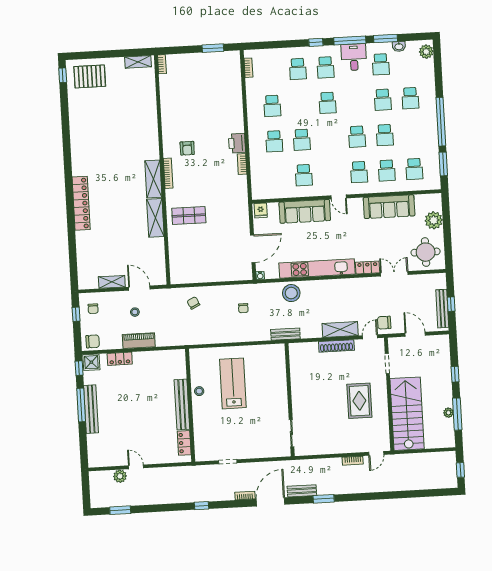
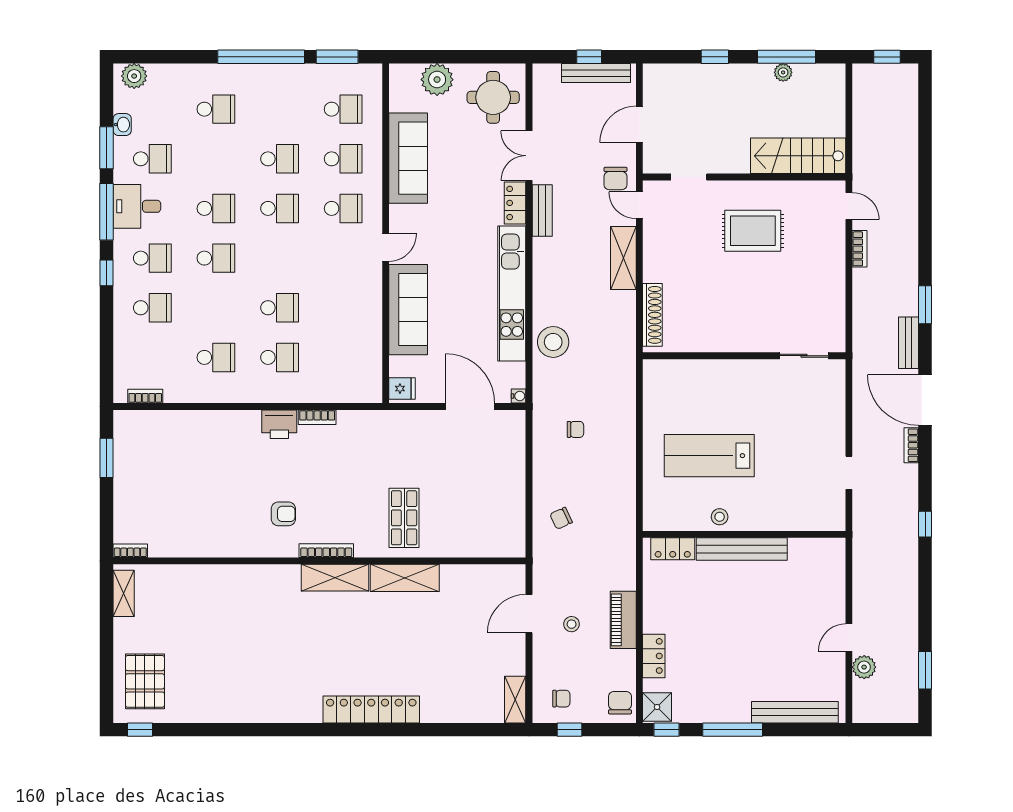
school desk: (383, 100) -> (216, 208), moved
school desk: (304, 175) -> (343, 308), removed
shelving: (112, 282) -> (515, 700), moved
bench: (285, 334) -> (542, 211), moved
shoe rack: (336, 346) -> (652, 315), moved
bench: (91, 409) -> (795, 712), moved
stairs: (407, 414) -> (798, 156), width x0.73, depth x0.66
locker: (184, 443) -> (673, 549), moved

